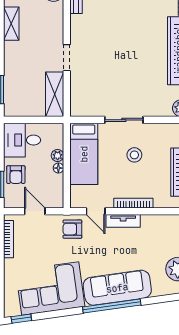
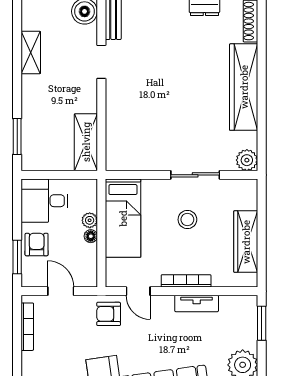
doorway: (67, 58) -> (101, 62), moved
sliding door: (124, 120) -> (195, 175), moved
armchair: (16, 175) -> (37, 245), turned 180
tv unit: (123, 221) -> (197, 304), moved

